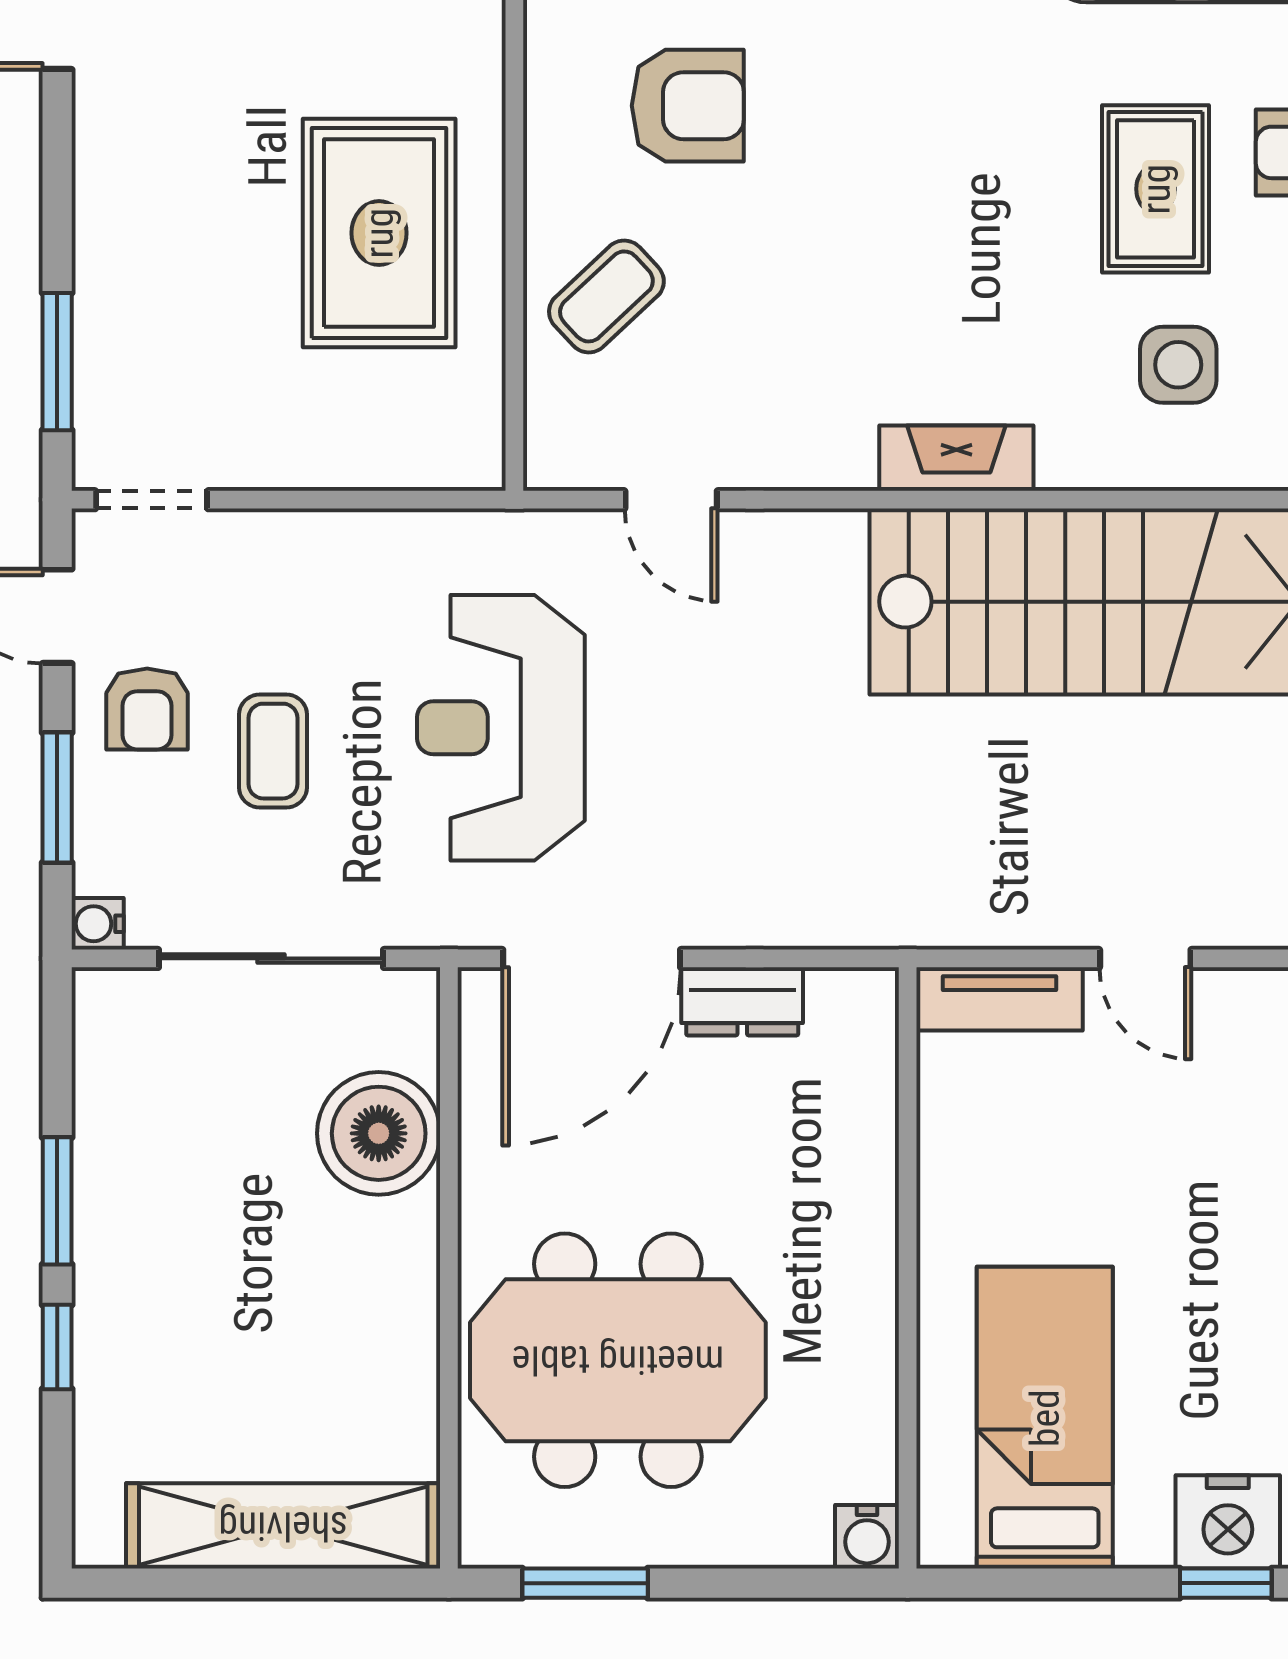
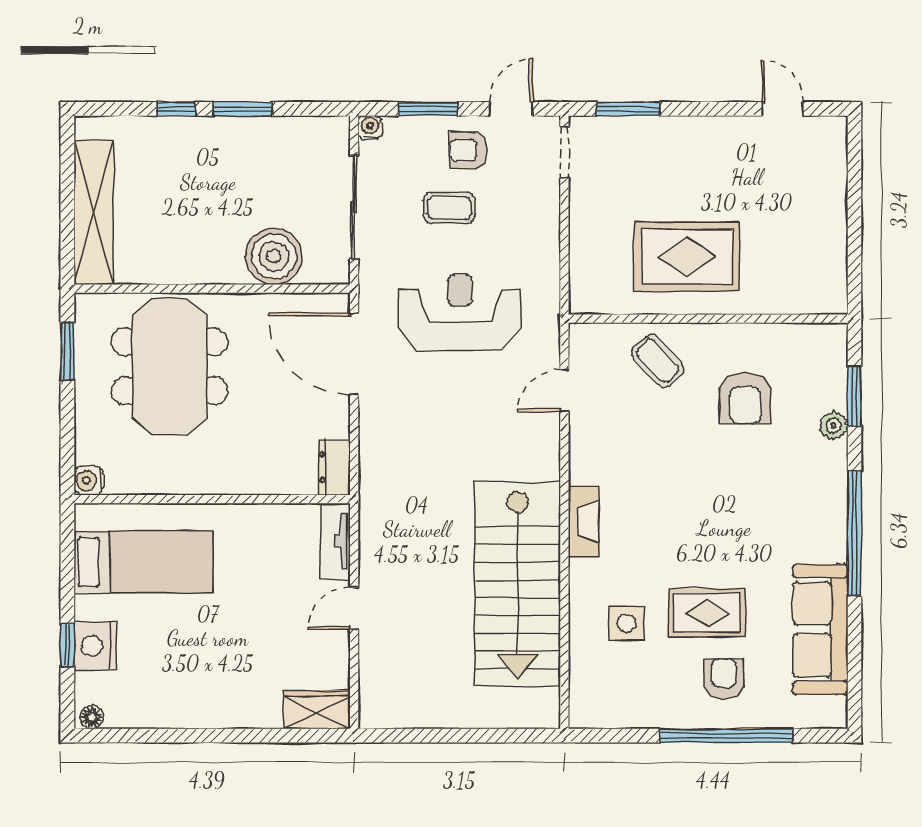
dresser: (742, 1001) -> (334, 467), moved

